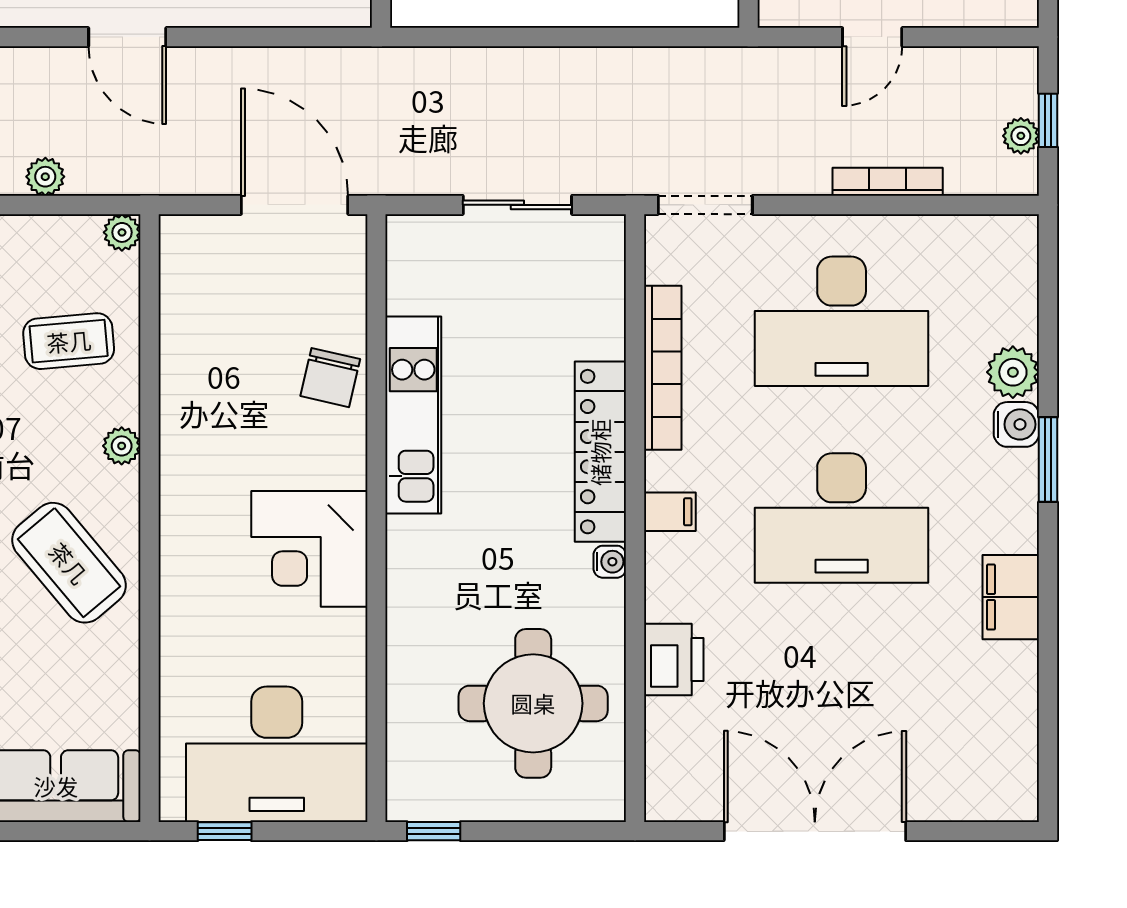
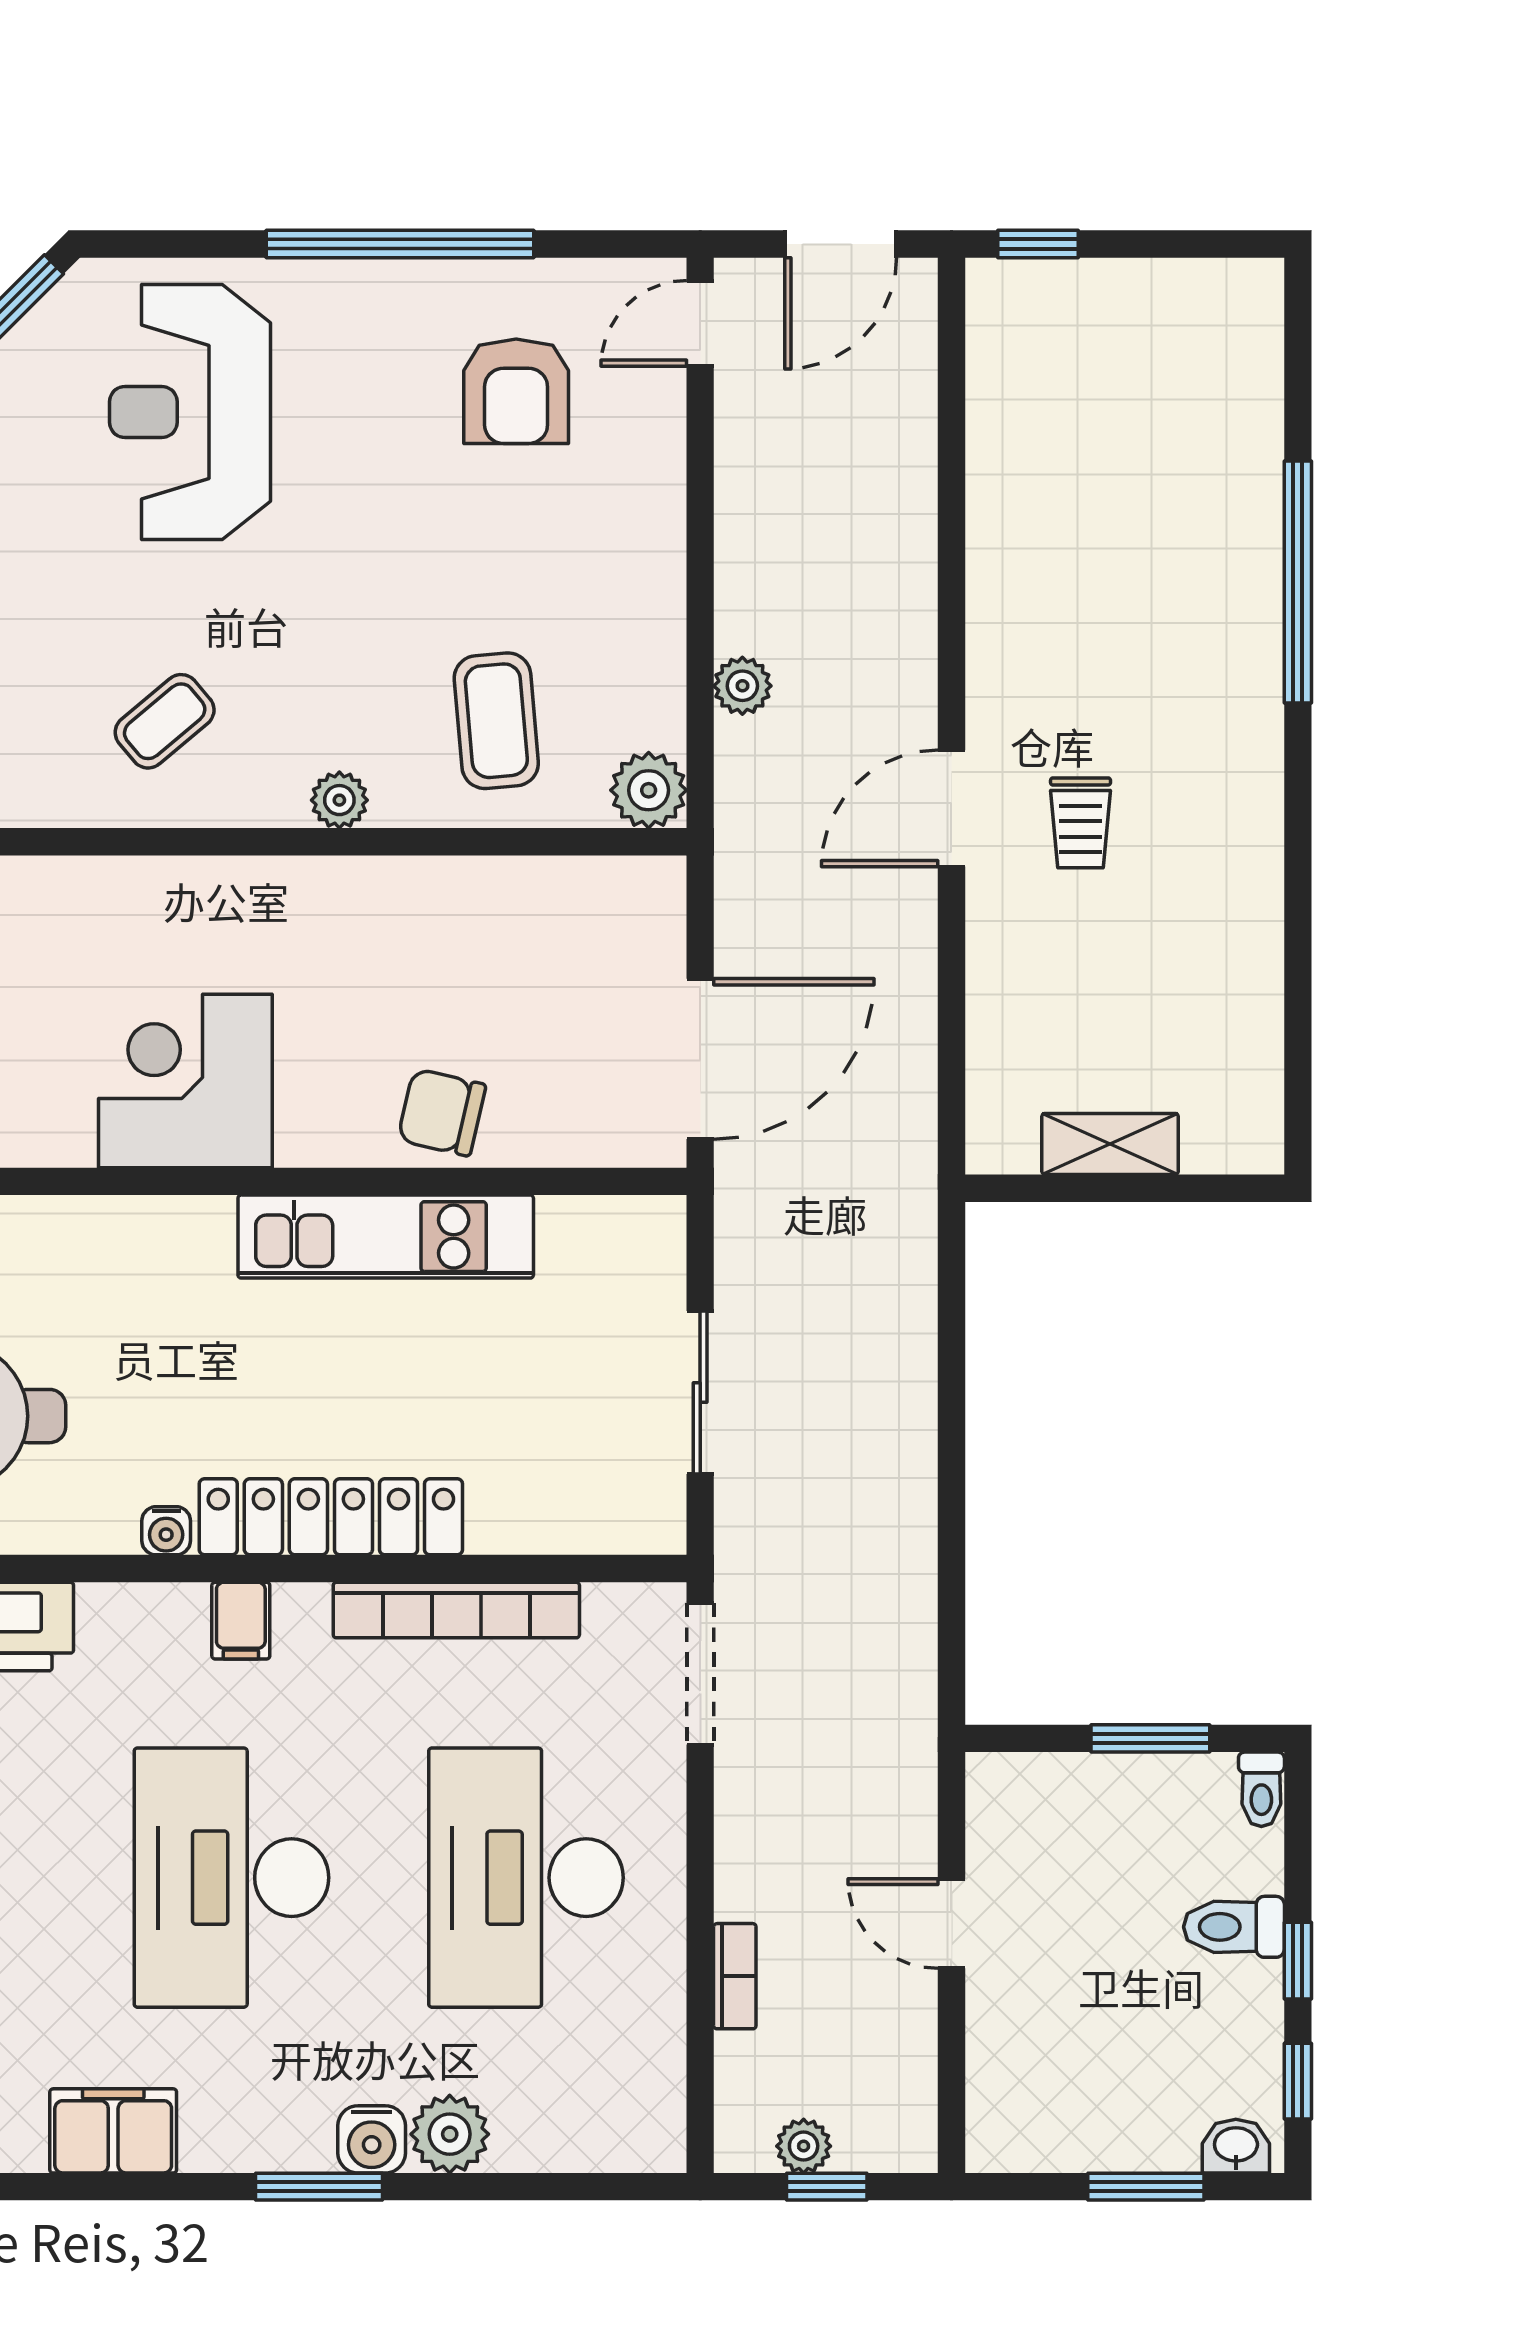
bookcase: (888, 182) -> (735, 1976), width x0.64
plant: (122, 232) -> (649, 790), width x1.38, depth x1.38
coffee table: (69, 563) -> (165, 721), width x0.54, depth x0.58

